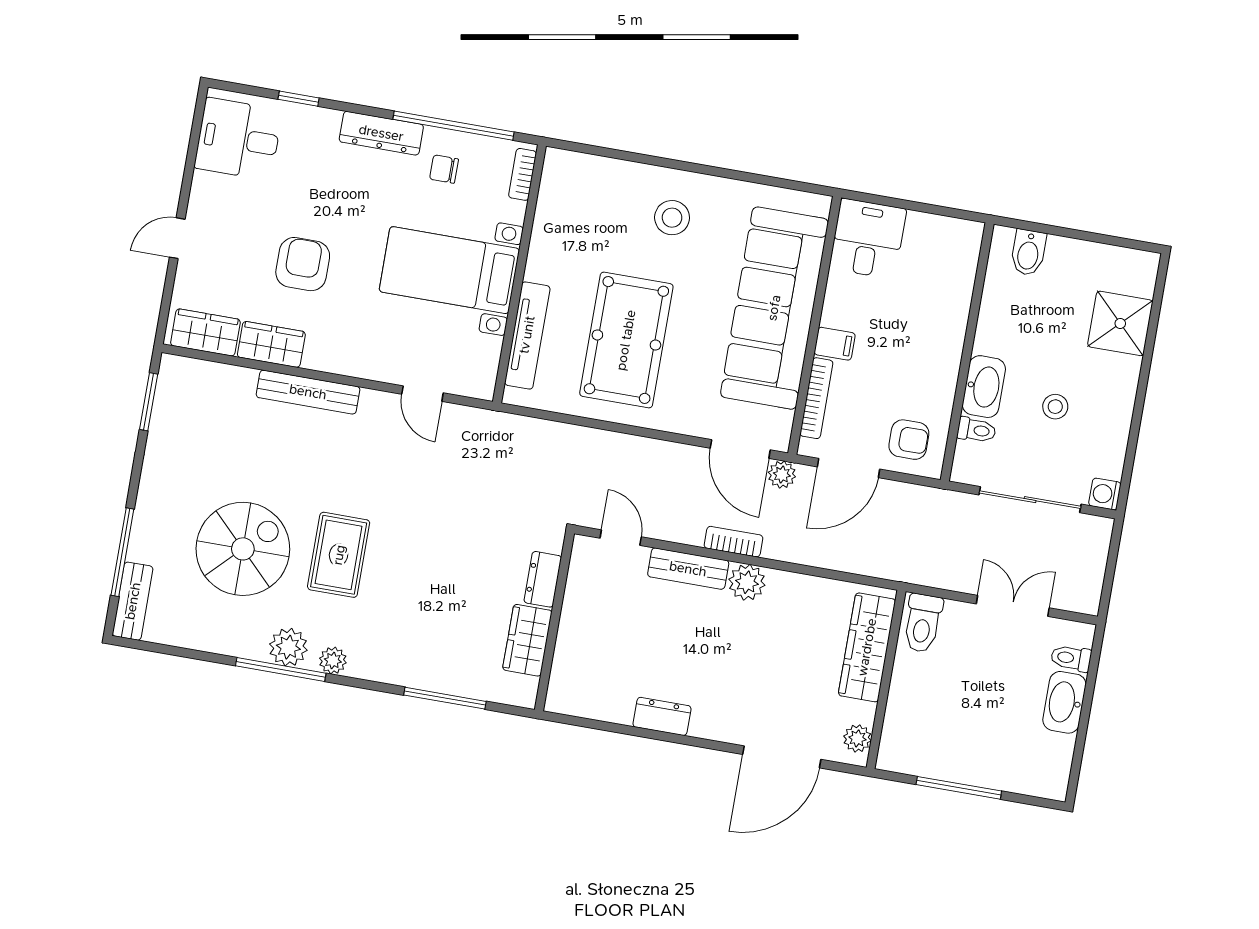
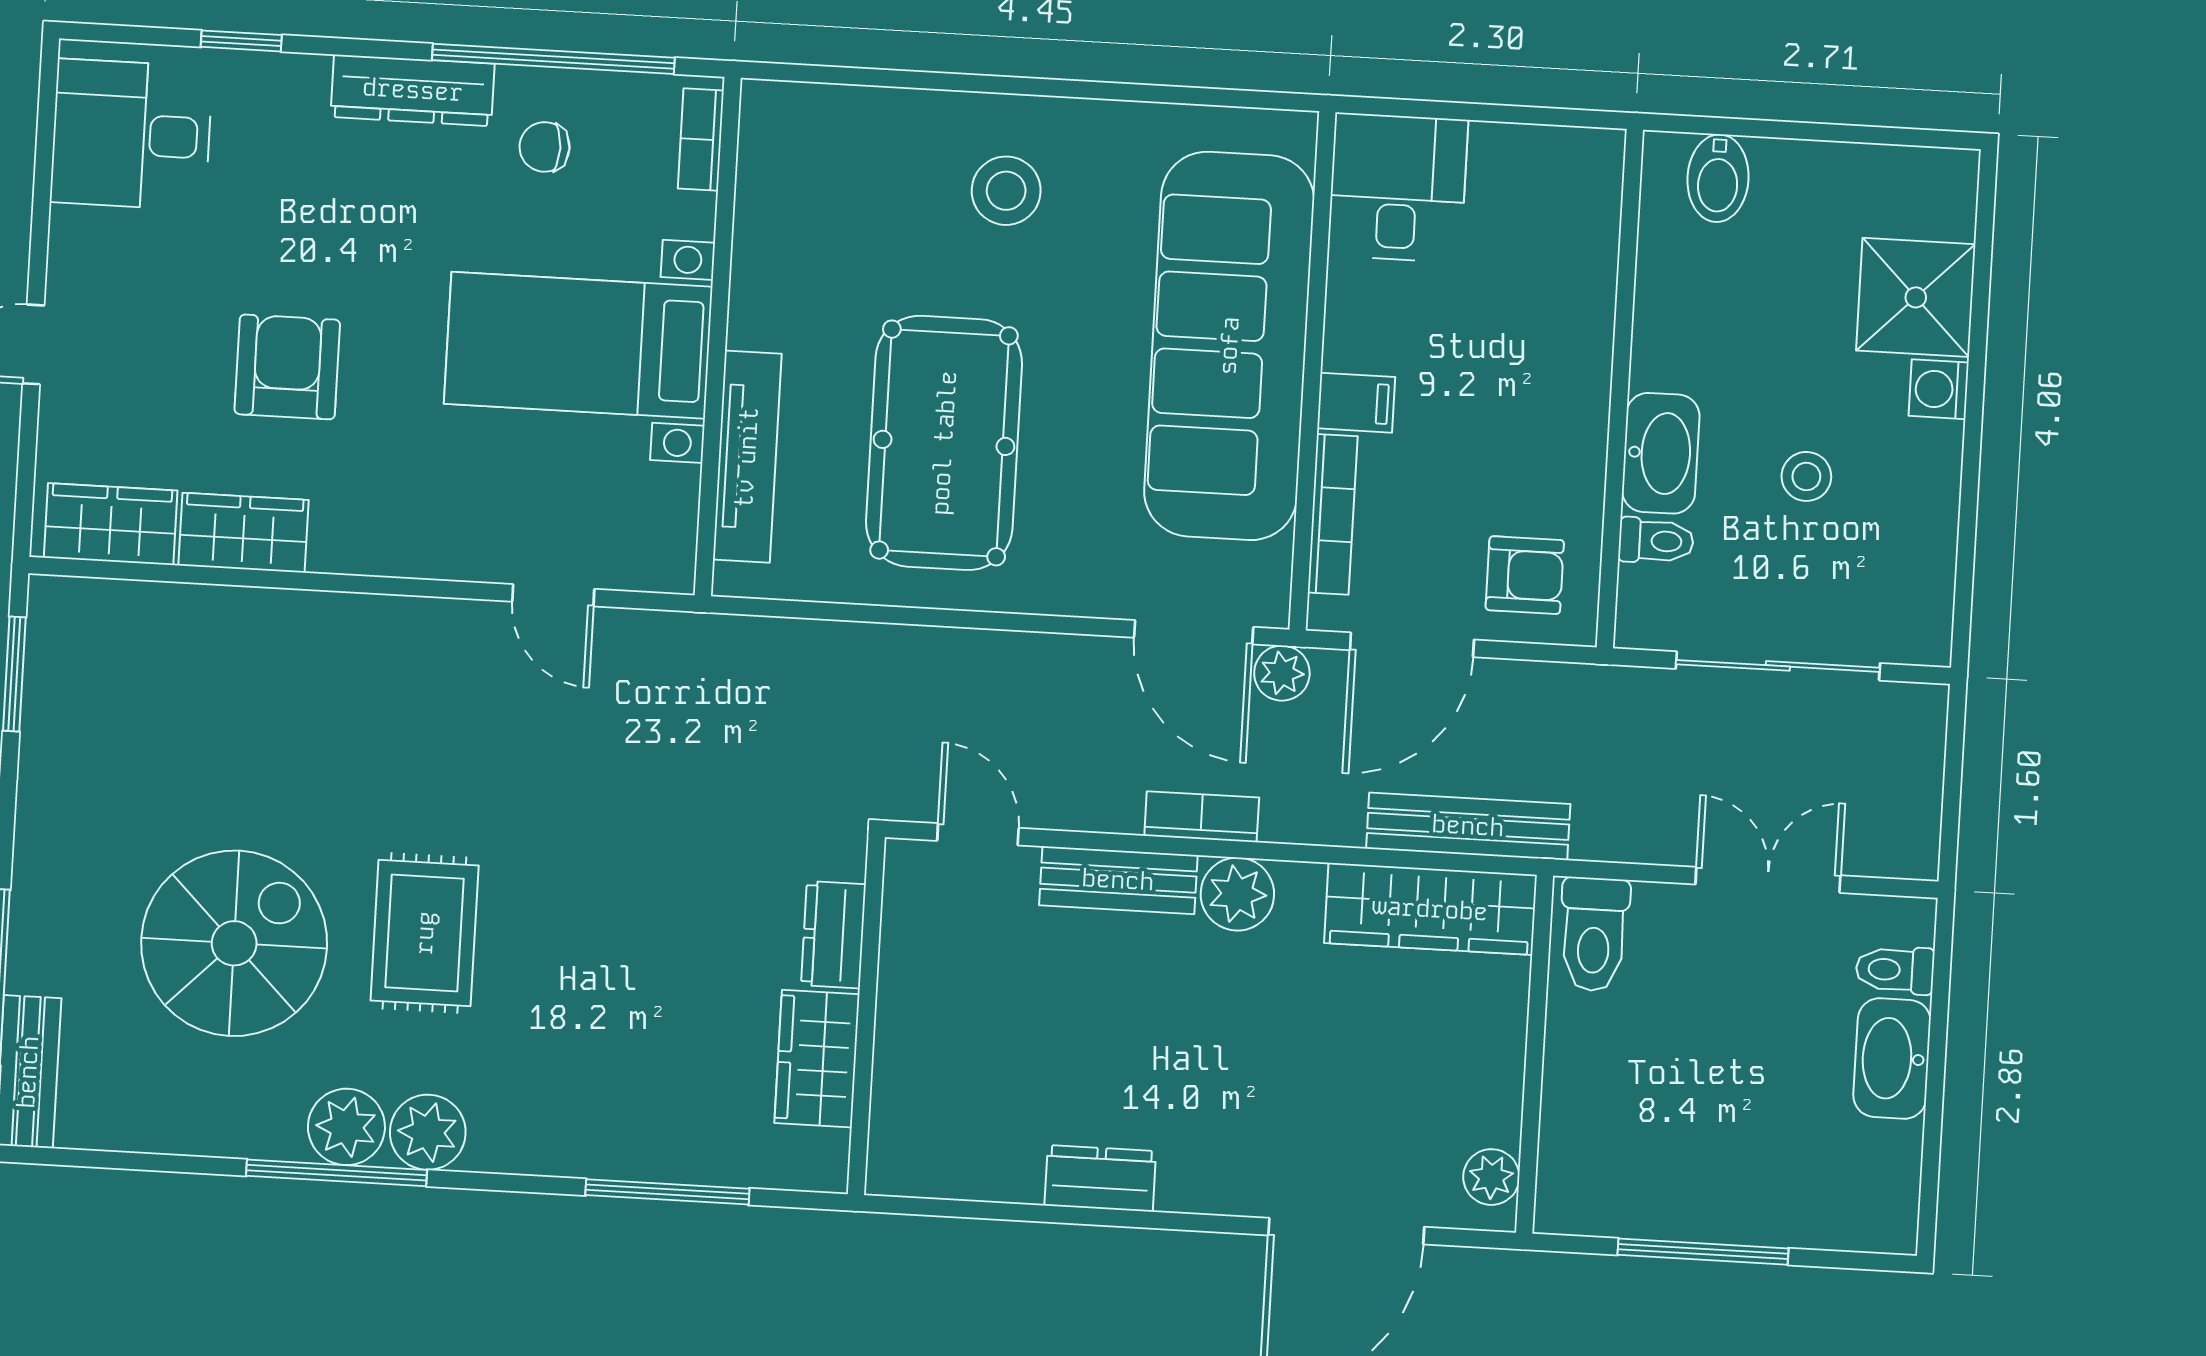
bench: (308, 392) -> (1468, 826), moved
washing machine: (1105, 494) -> (1939, 389), moved
wardrobe: (867, 647) -> (1430, 909), moved, turned -90
plant: (333, 661) -> (428, 1132), width x1.38, depth x1.38

